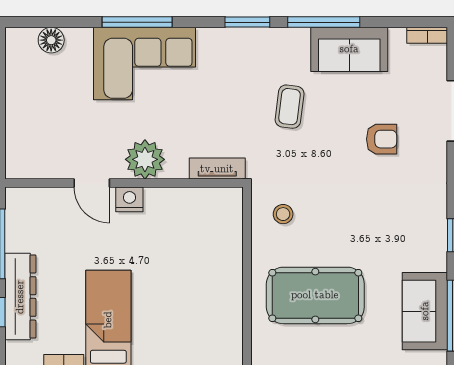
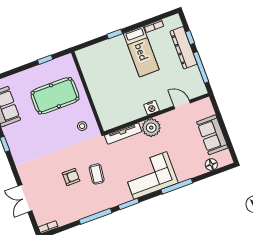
sofa: (349, 49) -> (212, 135), moved, turned -90
corner sofa: (145, 64) -> (150, 175), moved
armchair: (382, 139) -> (71, 177), moved, turned 180
tv unit: (217, 169) -> (123, 133), width x1.41
door: (92, 183) -> (182, 105), moved

